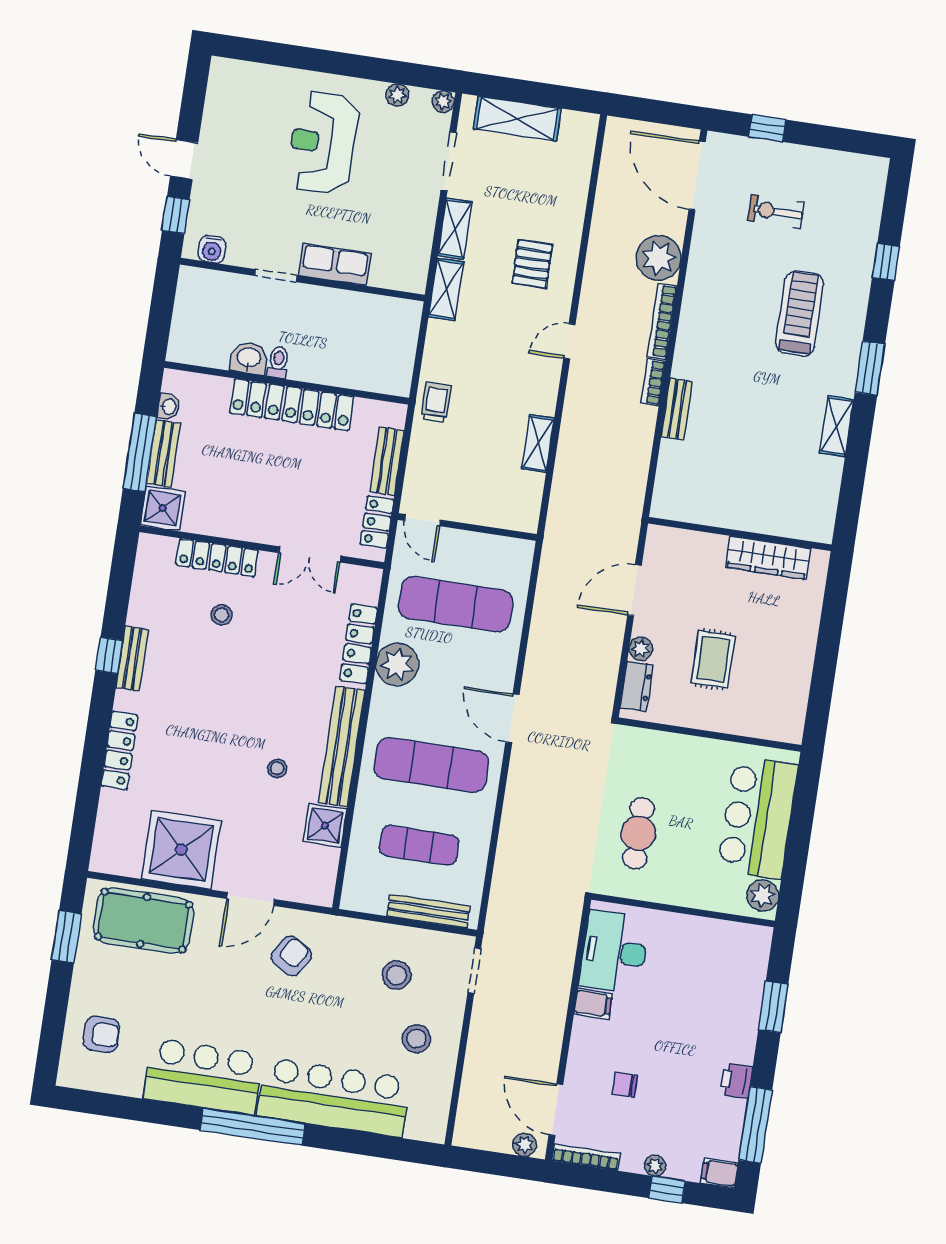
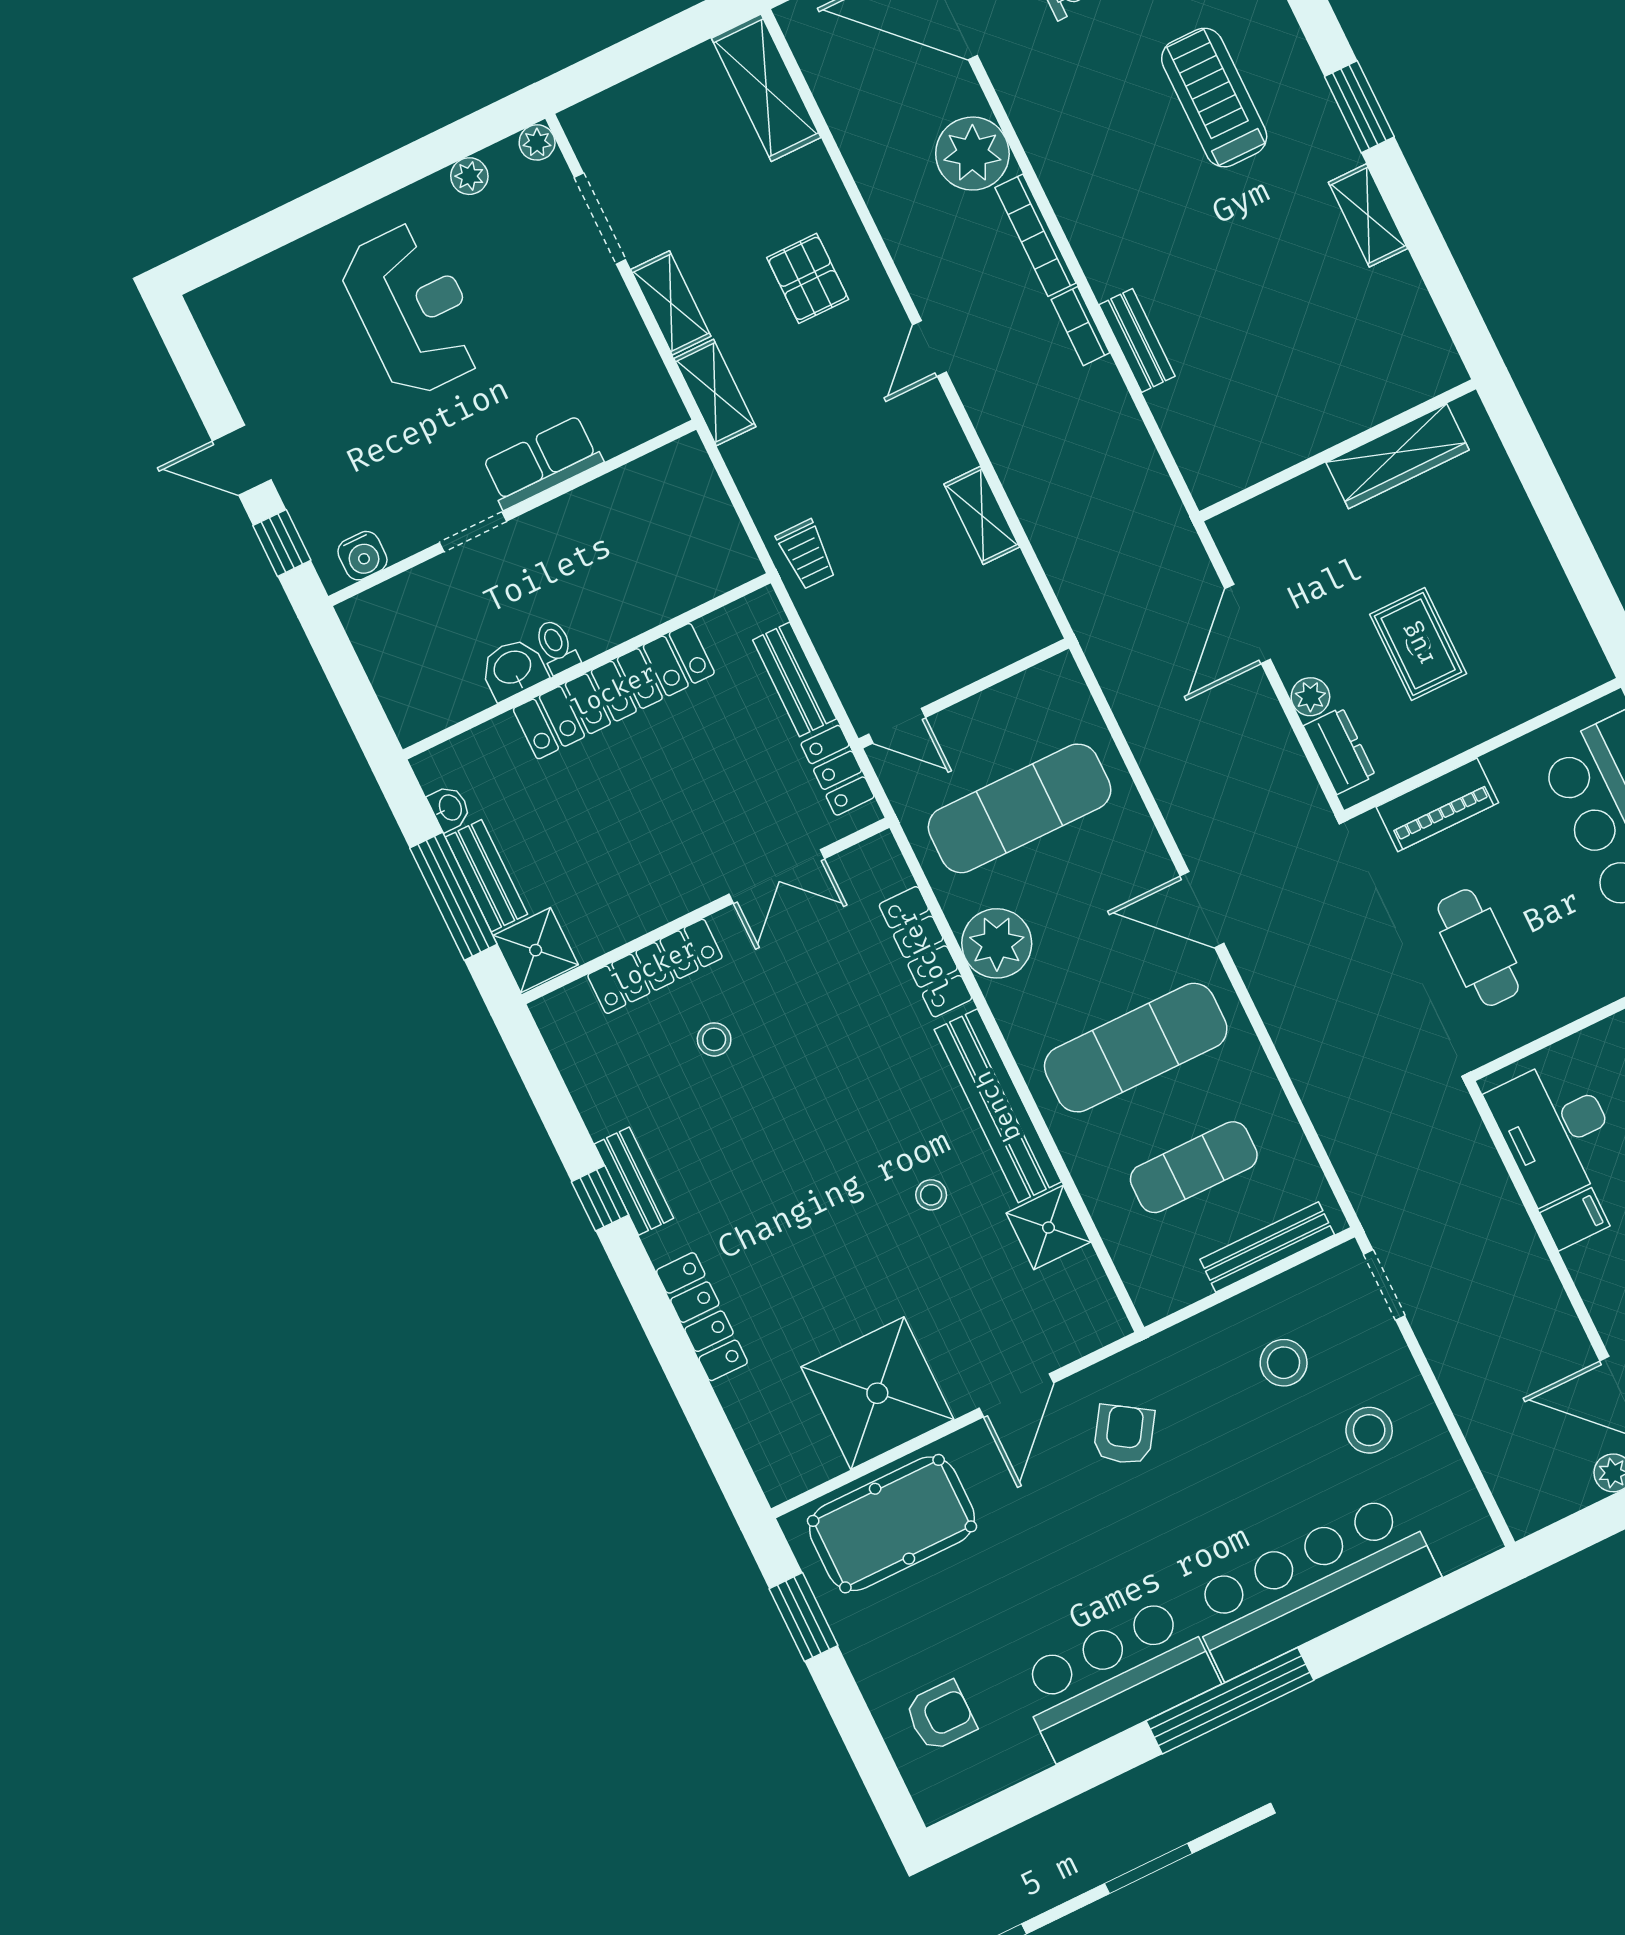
shelving: (517, 119) -> (766, 88), moved, turned 90
reception desk: (323, 143) -> (413, 309), turned 180
trolley: (436, 402) -> (806, 554), turned 180
piano: (667, 747) -> (1437, 805), added

